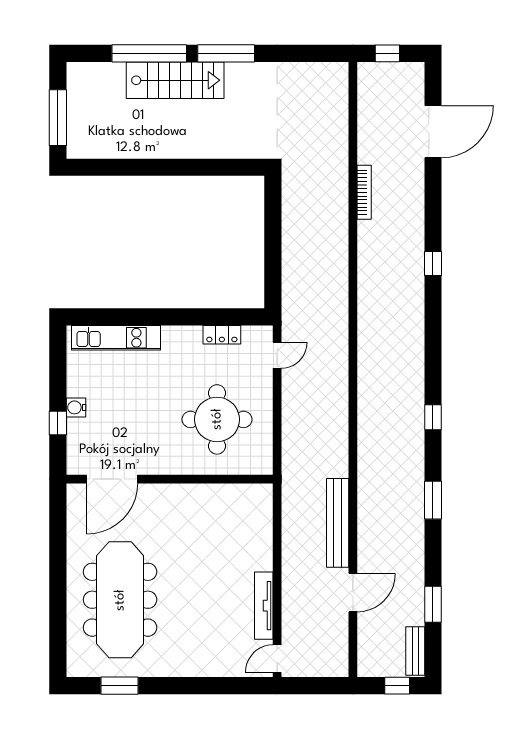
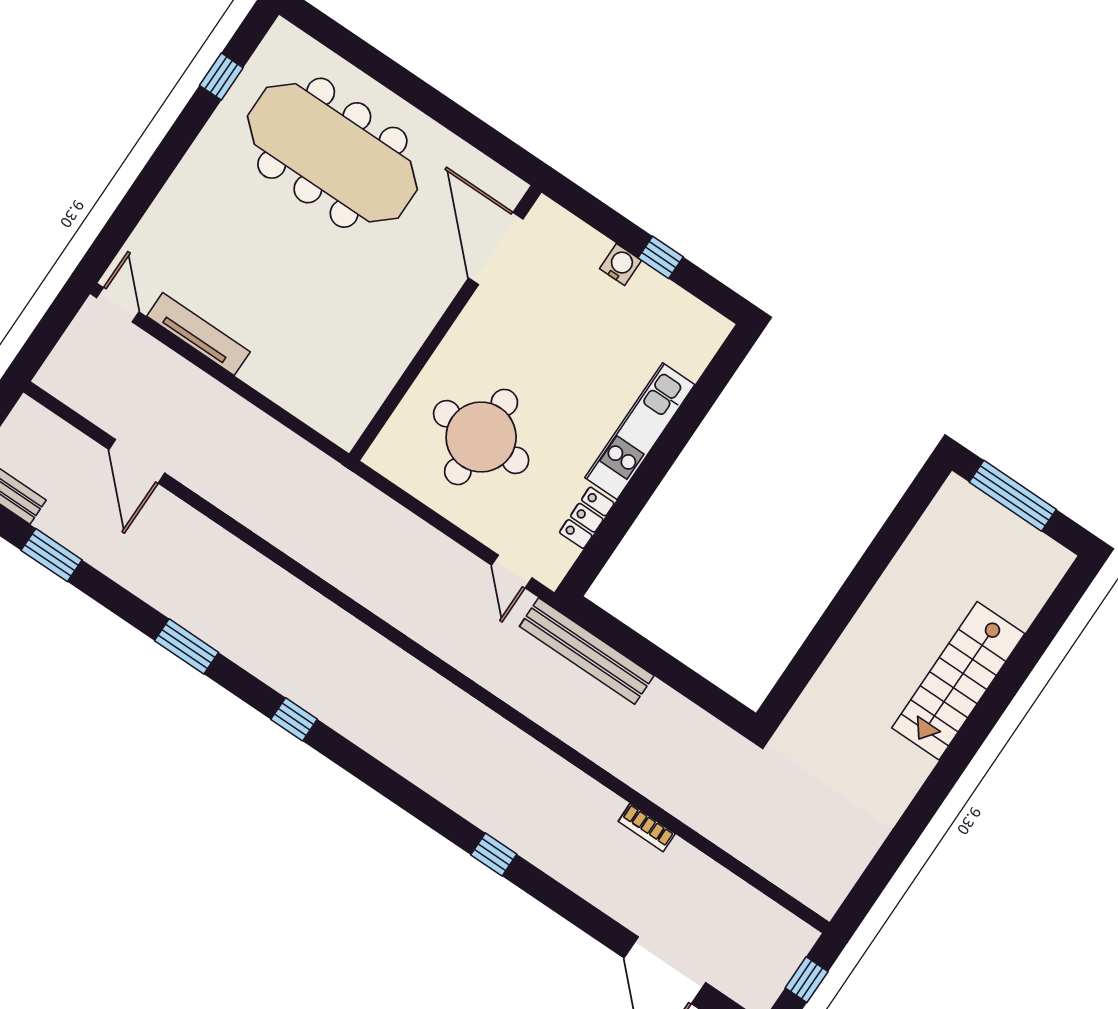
window: (149, 53) -> (1016, 671), removed
window: (226, 53) -> (948, 771), removed
bookcase: (364, 192) -> (647, 828), width x0.64
kitchen unit: (116, 338) -> (640, 431), moved
window: (58, 423) -> (661, 257), moved
bench: (338, 523) -> (587, 651), moved
window: (119, 686) -> (221, 77), width x0.67

